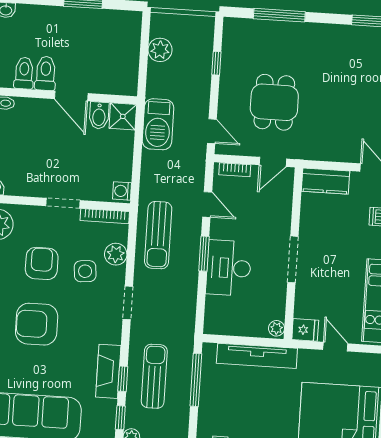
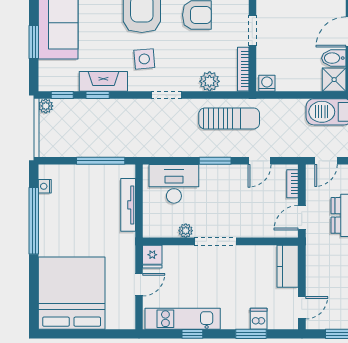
door: (273, 162) -> (302, 218), hinge flipped
sun lounger: (158, 235) -> (229, 118), turned 180
desk: (229, 268) -> (174, 184), moved
side table: (85, 271) -> (144, 59), moved
plant: (277, 328) -> (186, 231), moved
tv unit: (257, 356) -> (128, 205), width x0.73, depth x0.78
sun lounger: (154, 376) -> (102, 123), removed

